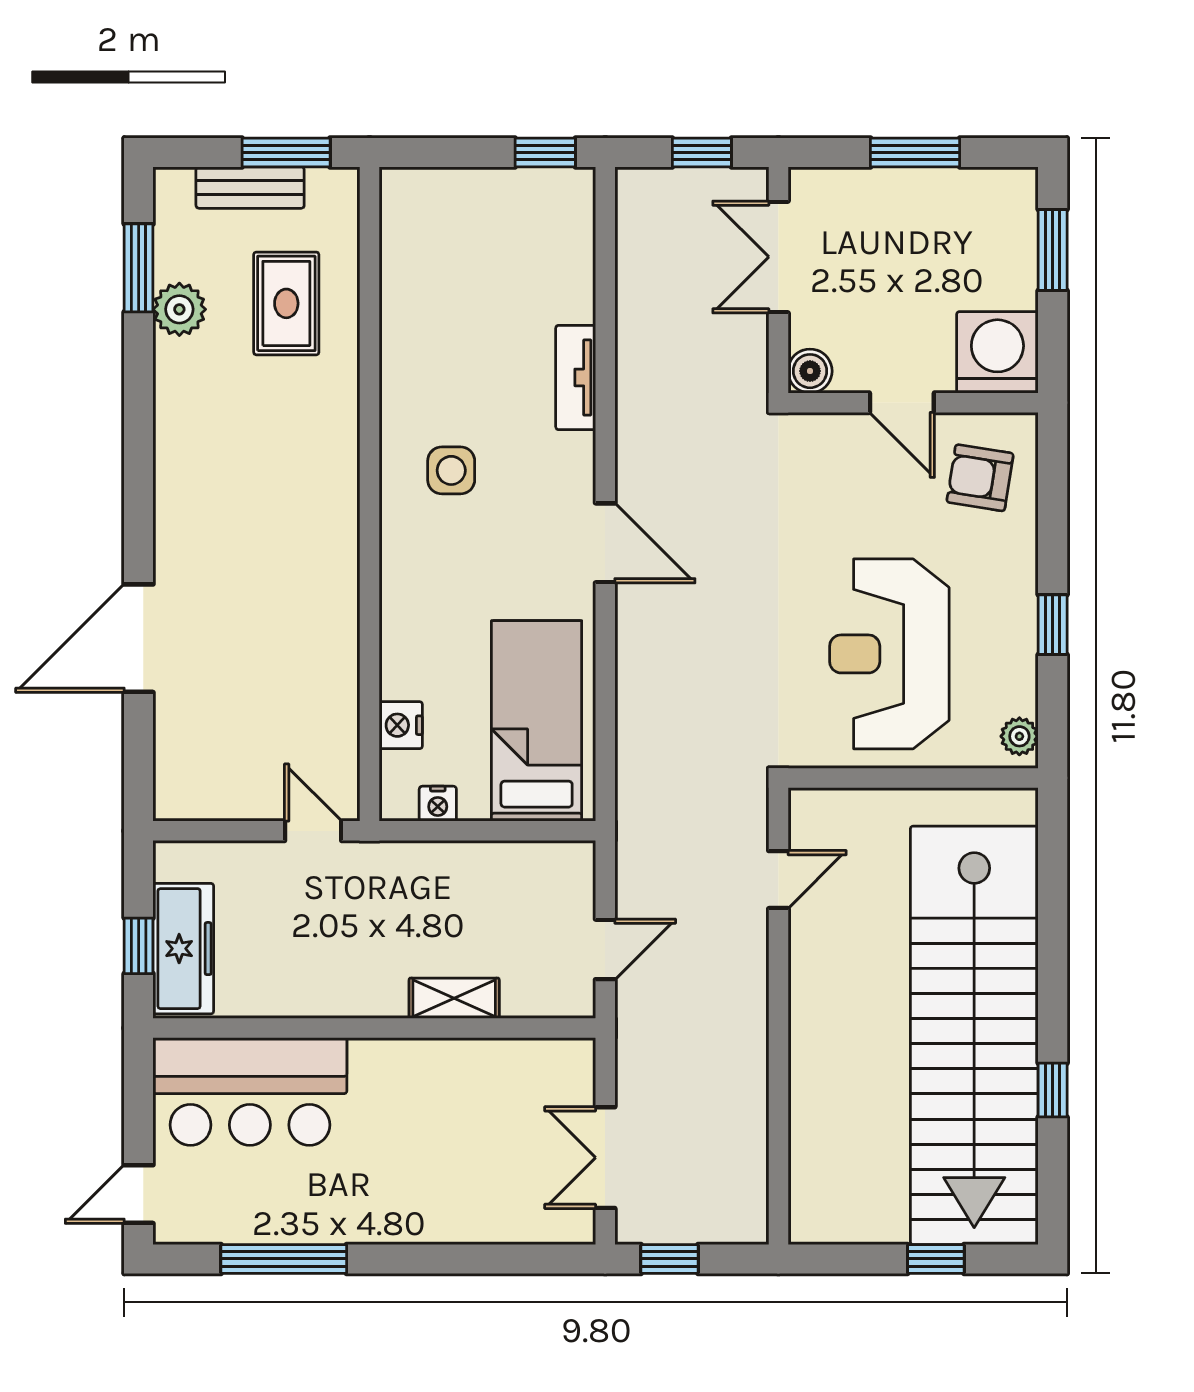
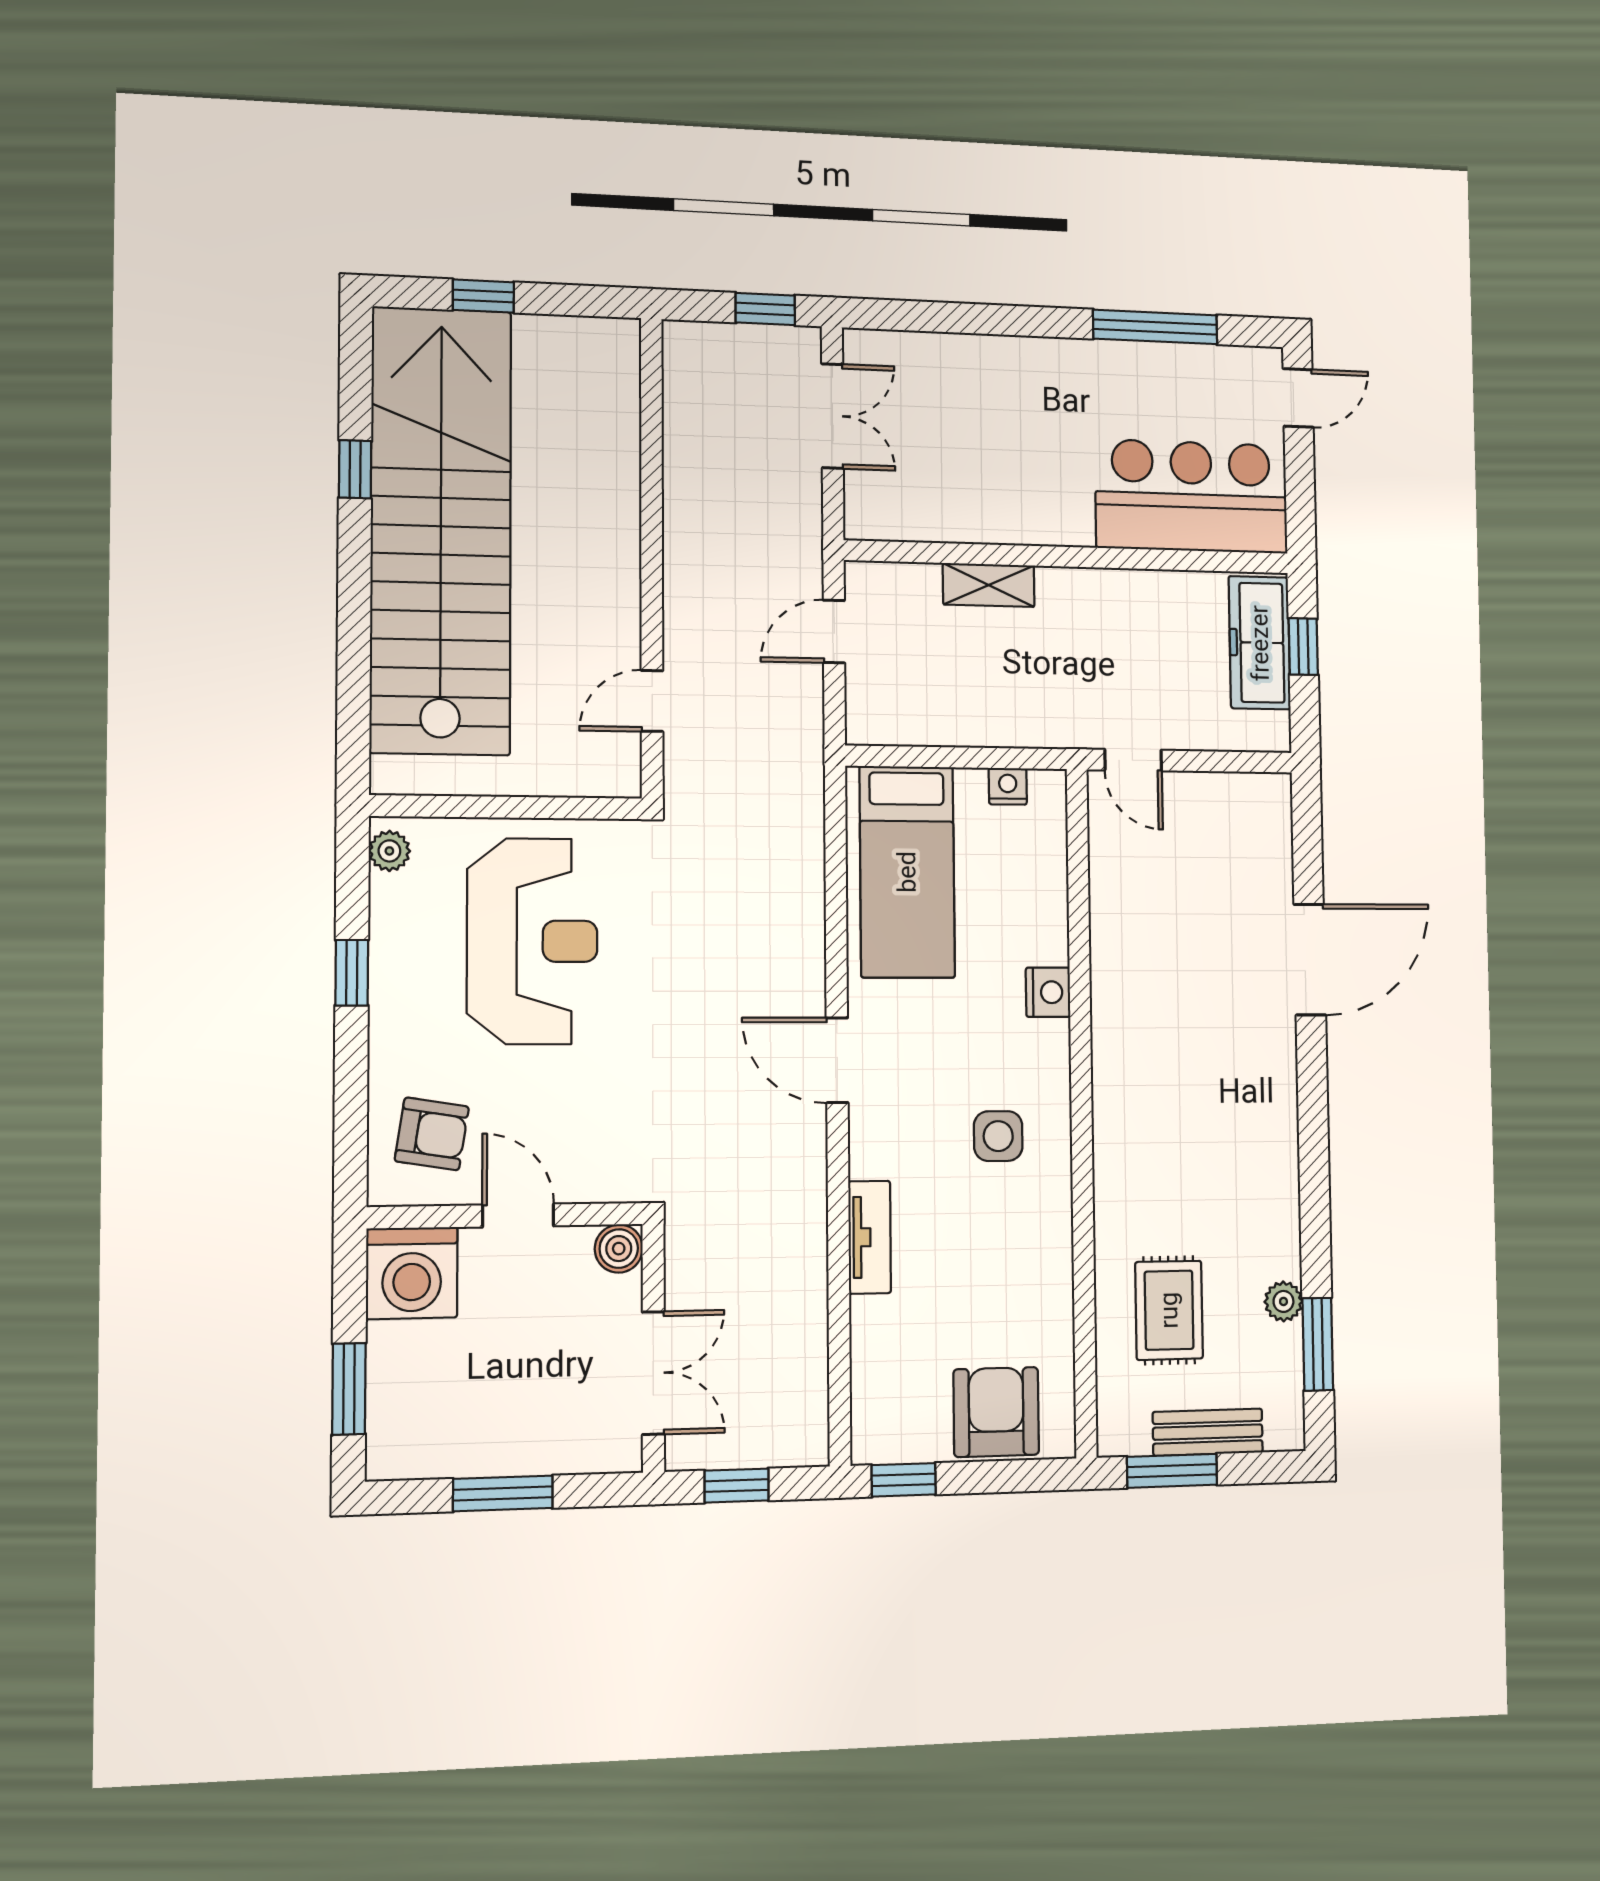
armchair: (456, 212) -> (996, 1412), added
plant: (179, 309) -> (1283, 1301), width x0.73, depth x0.73
nightstand: (401, 725) -> (1048, 992), moved

